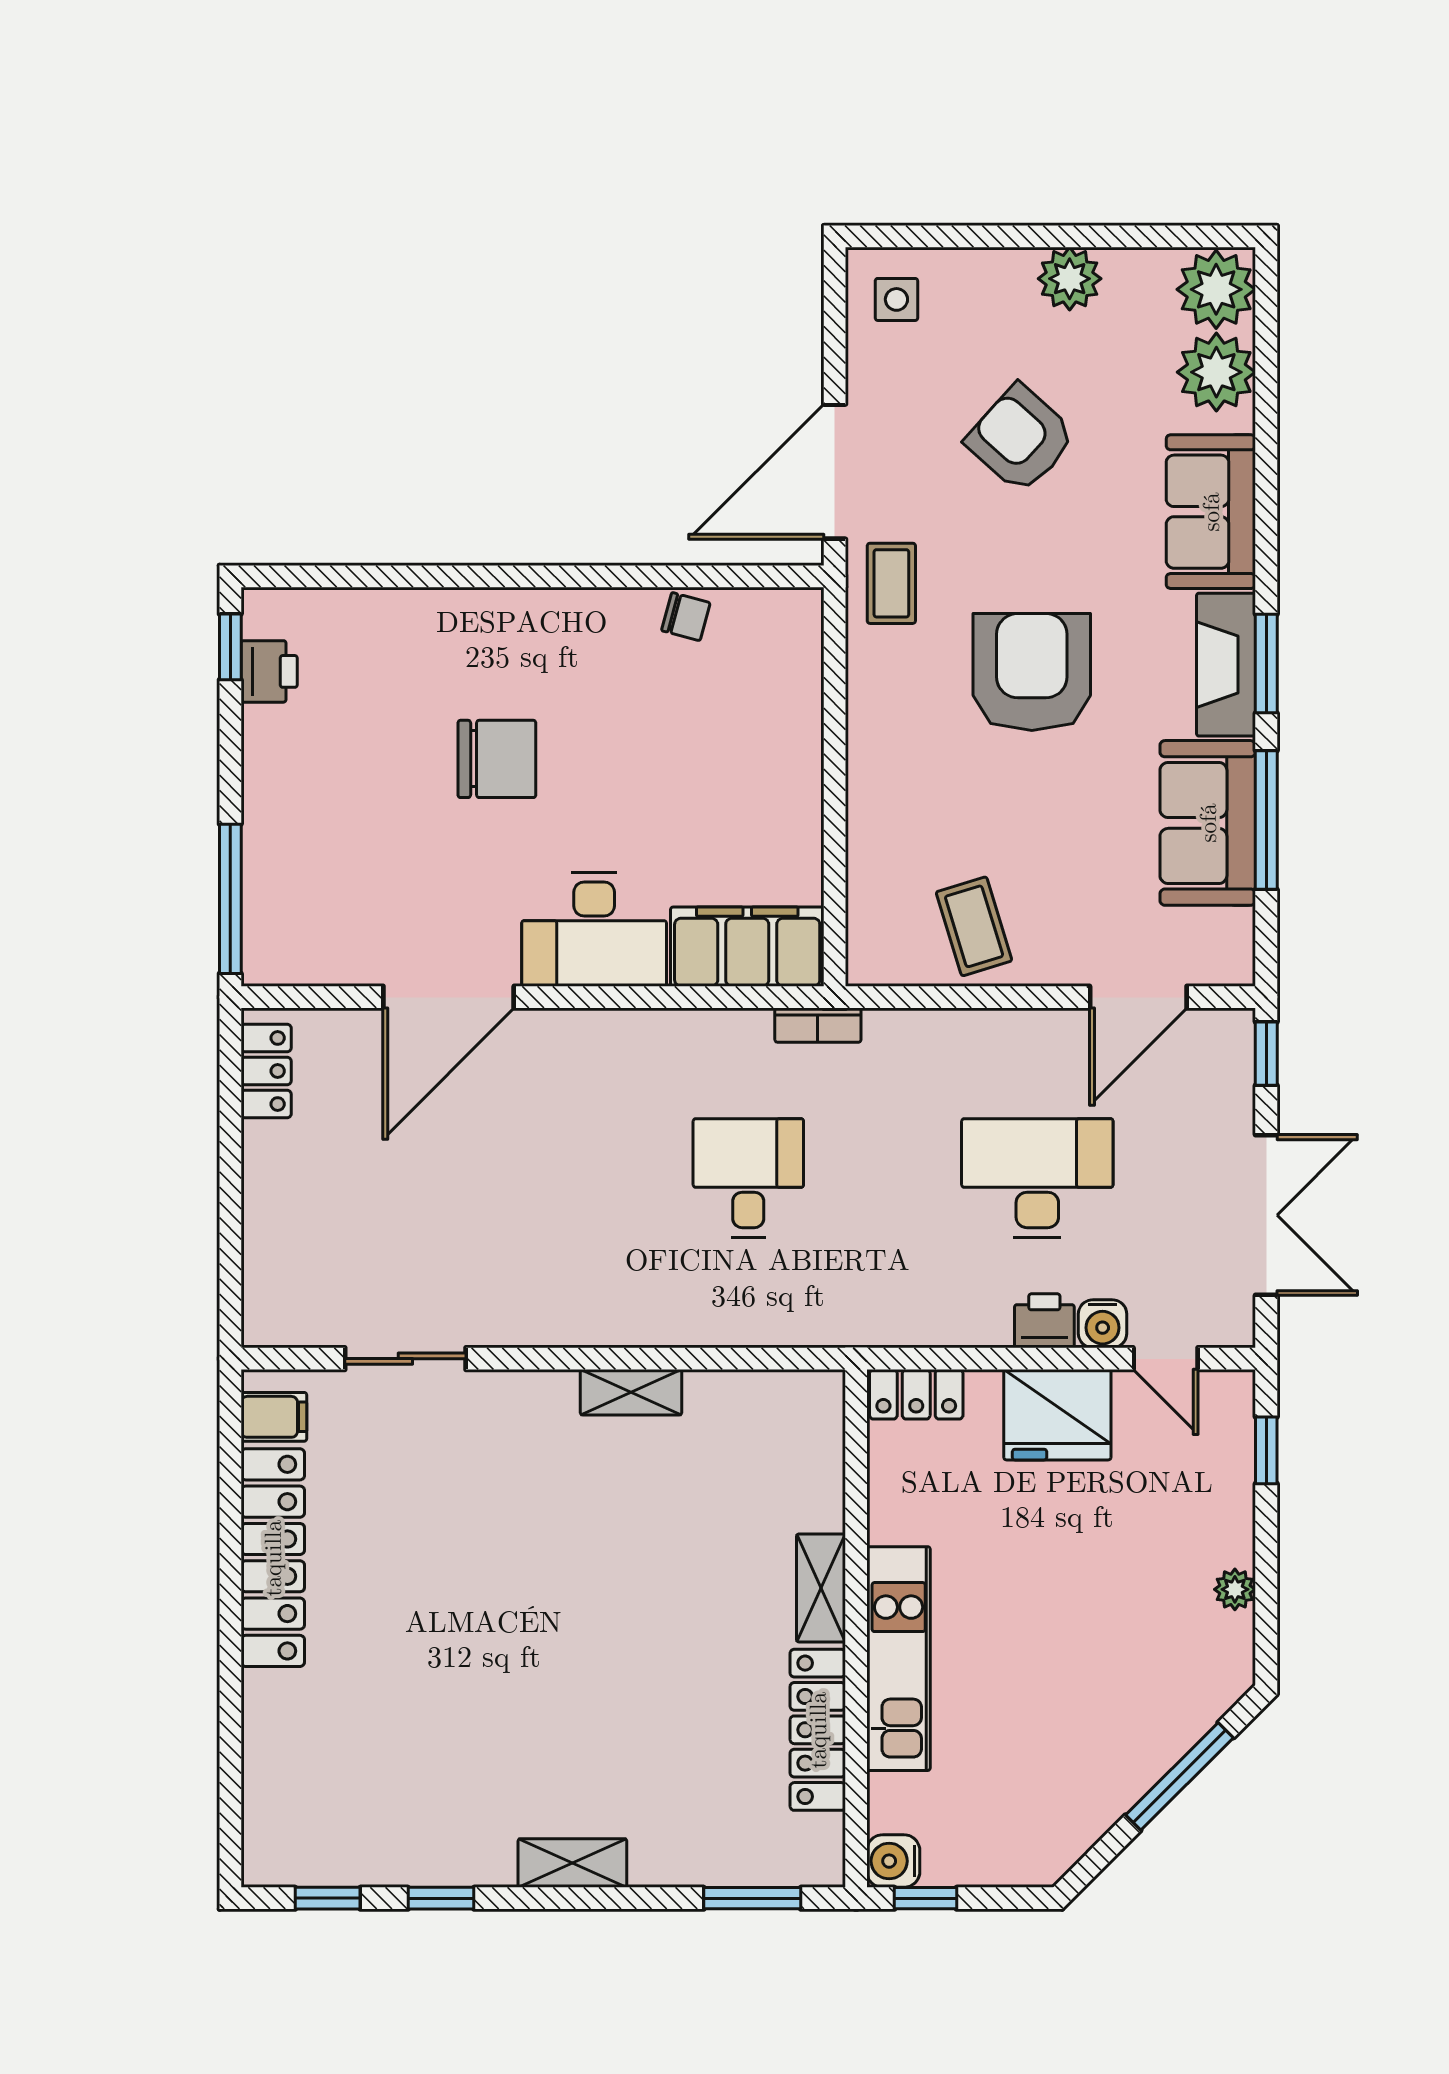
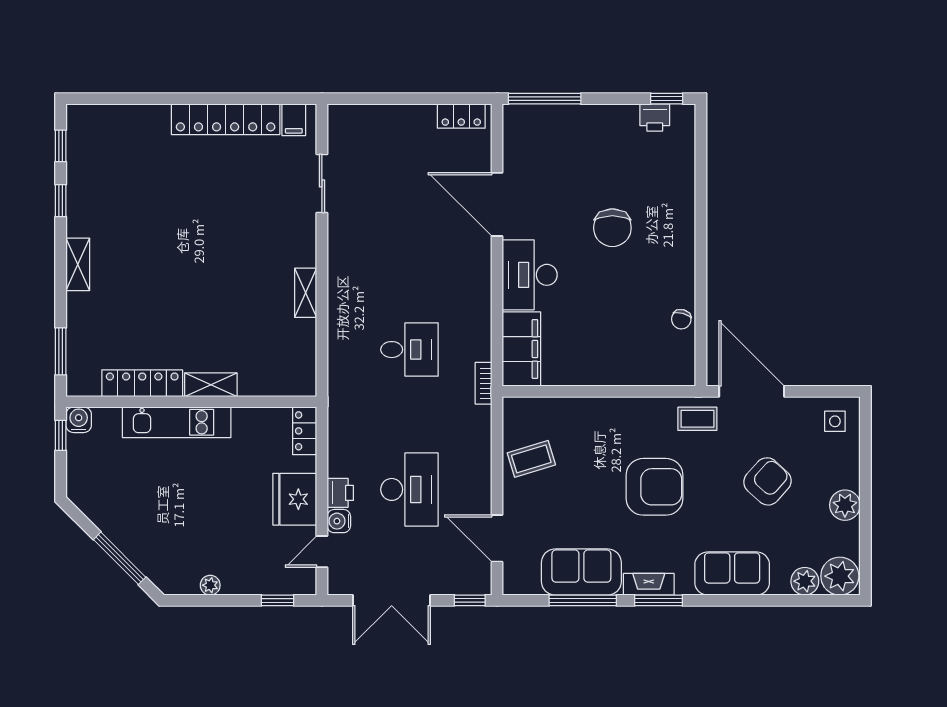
plant: (1216, 372) -> (805, 581), width x0.73, depth x0.73
fireplace: (1226, 665) -> (649, 584), width x0.73, depth x0.76

